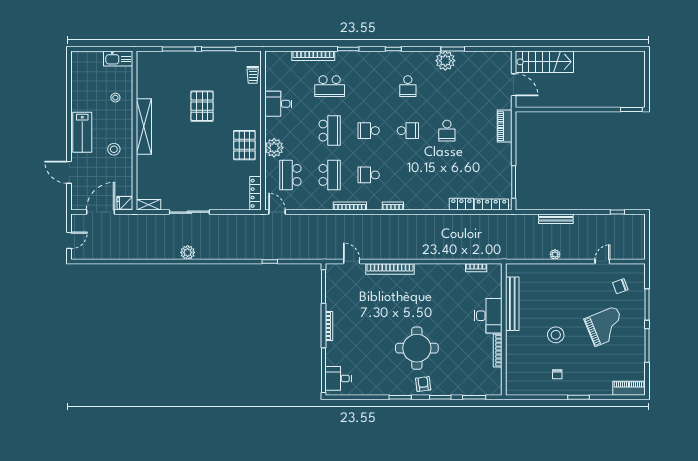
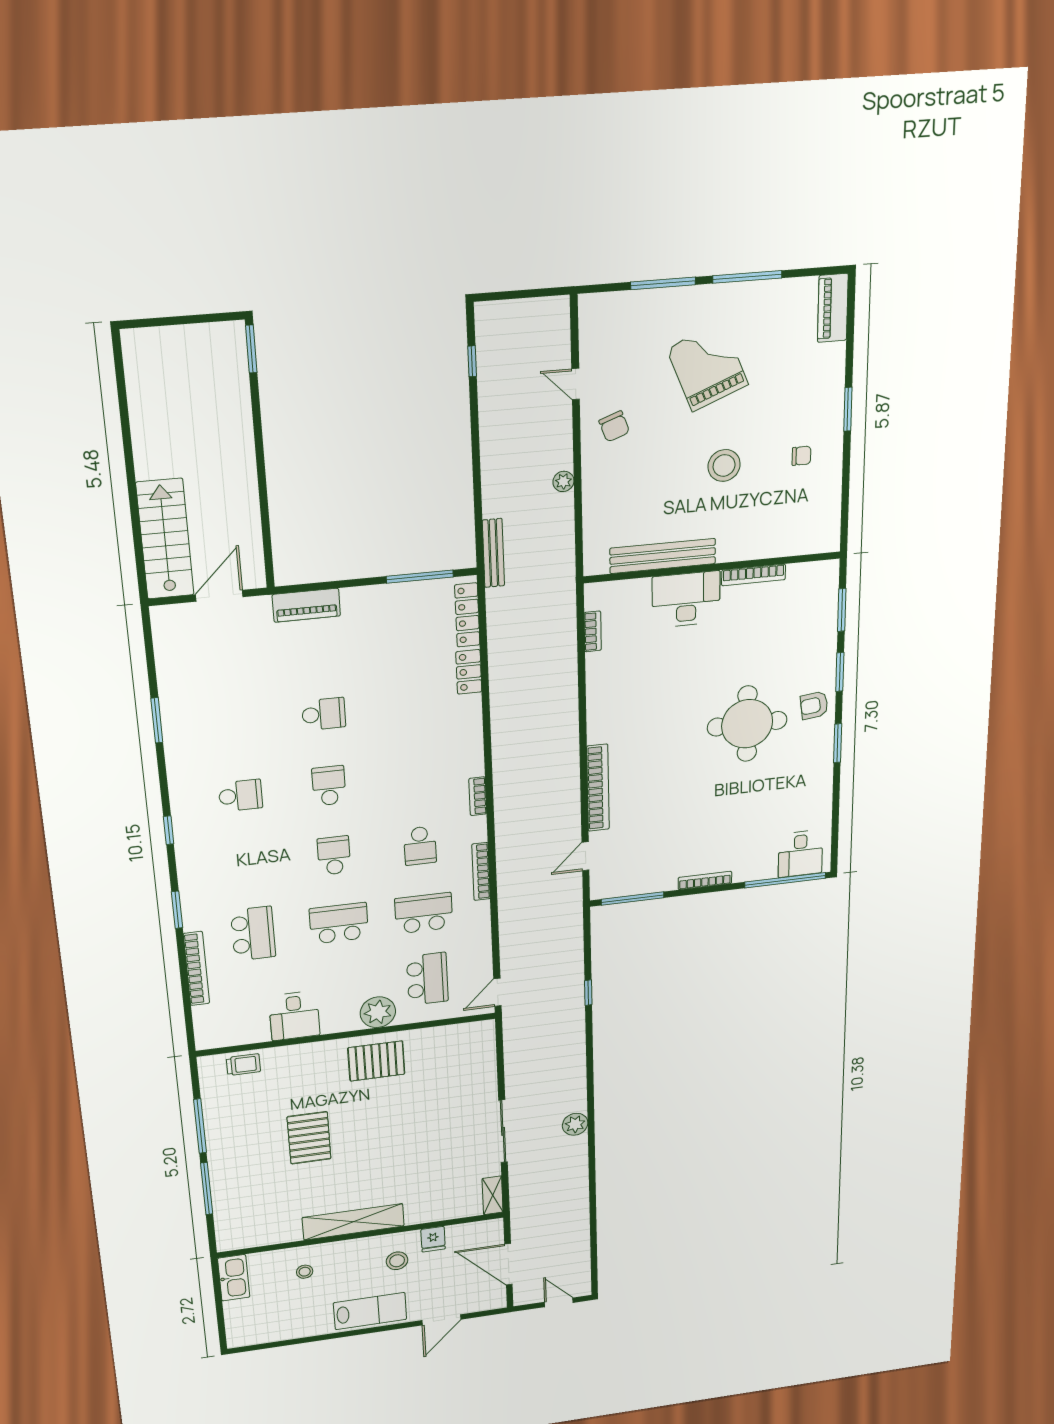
plant: (445, 61) -> (182, 732), removed
pallet: (202, 106) -> (309, 1138), turned 90
school desk: (369, 131) -> (334, 856), turned 180
school desk: (290, 175) -> (427, 979), turned -90
locker: (255, 193) -> (464, 1032), removed
fridge: (125, 203) -> (433, 1239), moved
bench: (556, 219) -> (493, 553), moved
chair: (620, 286) -> (614, 426), moved

